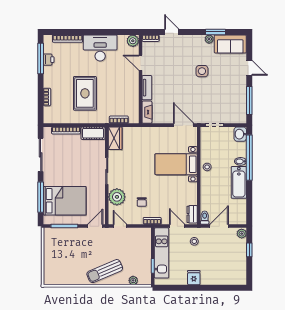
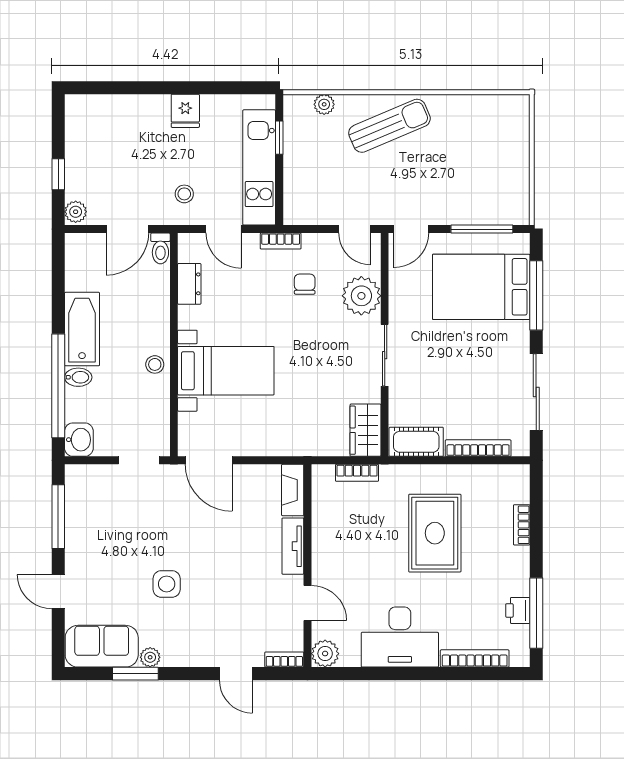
dresser: (192, 214) -> (189, 284), moved

